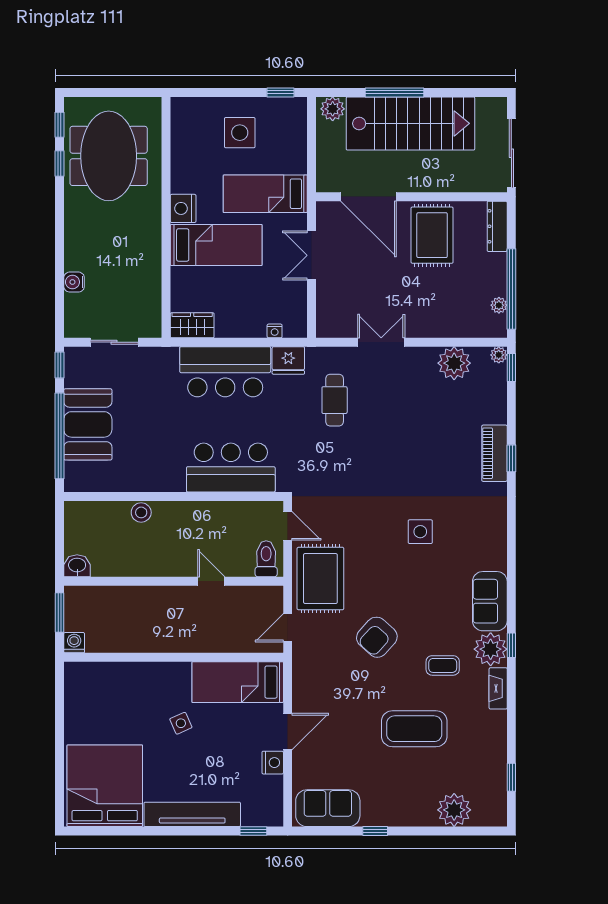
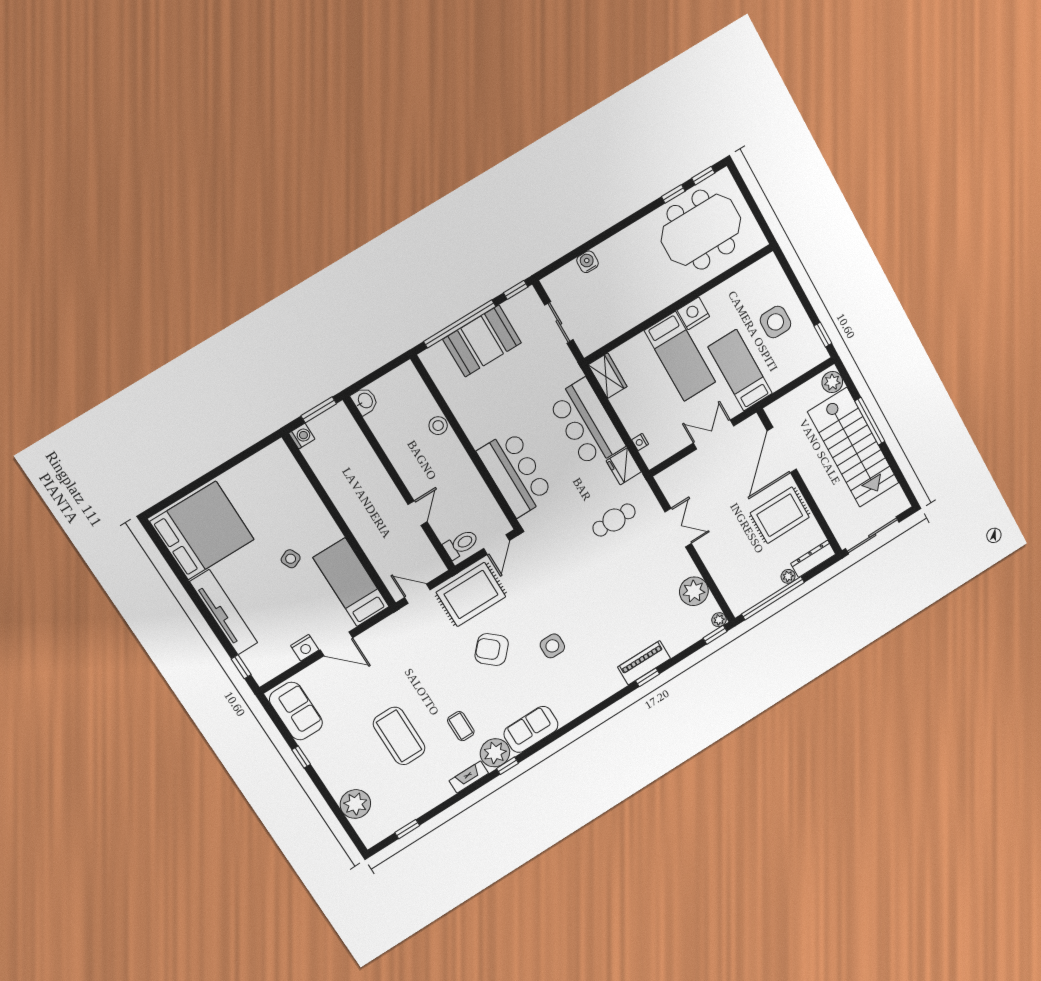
plant: (499, 305) -> (788, 576), moved
armchair: (377, 637) -> (492, 650), moved

